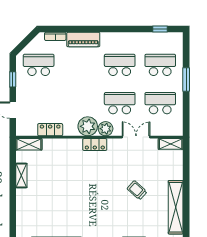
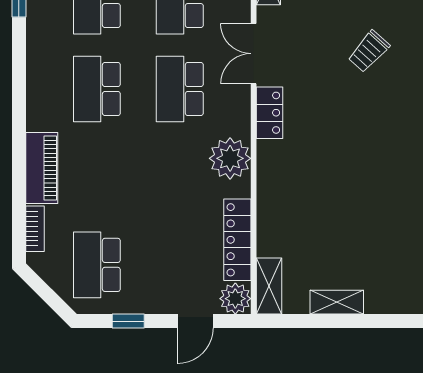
plant: (106, 129) -> (235, 299), moved
locker: (50, 130) -> (237, 240), width x1.53
locker: (95, 144) -> (269, 113), moved

